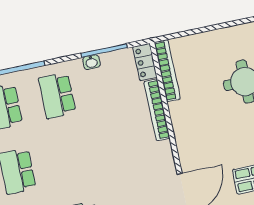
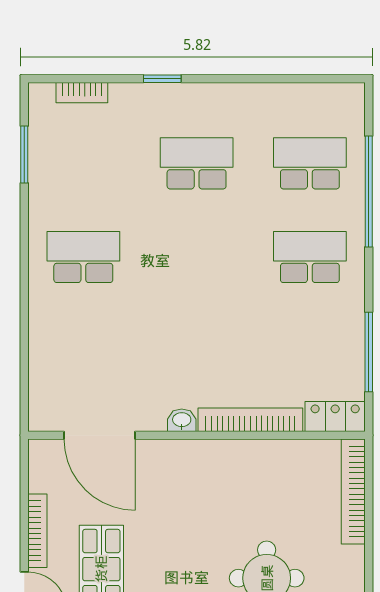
washbasin: (91, 62) -> (182, 420), moved, turned 90
bookcase: (167, 71) -> (353, 491), moved, turned 90

